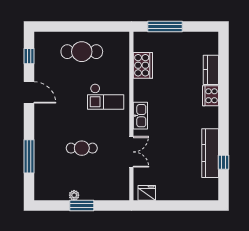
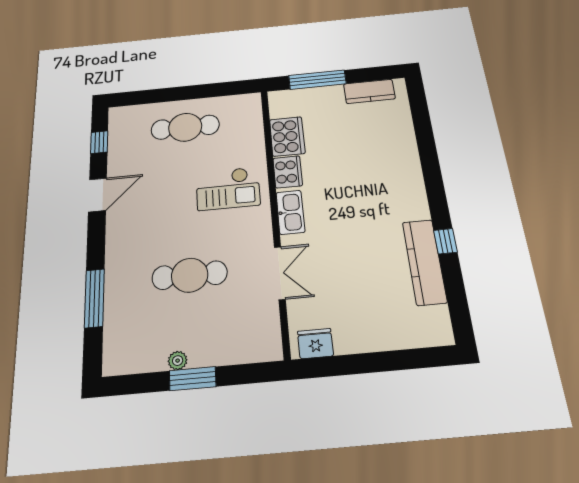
kitchen counter: (211, 70) -> (369, 91), moved, turned -90
door: (29, 92) -> (98, 195), hinge flipped
cooker: (210, 96) -> (288, 172), moved, turned 180
cafe table: (82, 148) -> (190, 275), width x1.37, depth x1.35
window: (223, 162) -> (445, 241), moved

